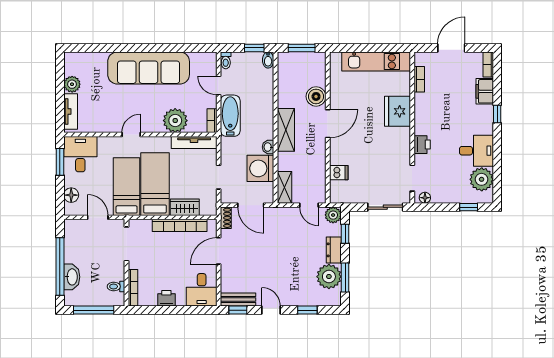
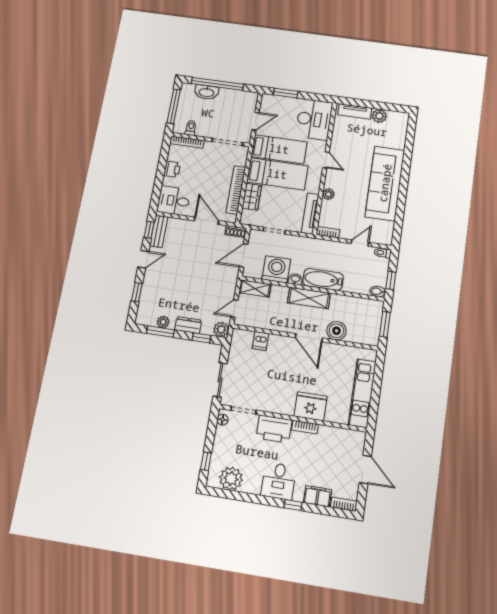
bookcase: (419, 79) -> (305, 427), moved
bathtub: (230, 116) -> (323, 279), moved, turned 180
plant: (175, 121) -> (328, 194), width x0.53, depth x0.53
printer: (422, 145) -> (274, 429), width x1.87, depth x1.48
desk: (476, 151) -> (279, 481), moved
desk: (80, 154) -> (314, 119), width x1.37
window: (60, 162) -> (286, 93), moved
floor lamp: (71, 195) -> (279, 102), removed
plant: (329, 277) -> (163, 322), width x0.53, depth x0.53

